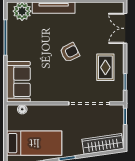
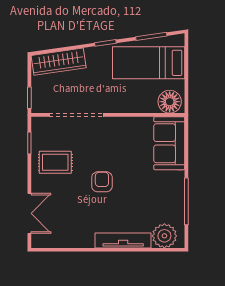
armchair: (70, 52) -> (102, 182), turned 117
rug: (105, 67) -> (55, 162), turned 90
floor lamp: (22, 109) -> (170, 102), width x1.89, depth x1.89

